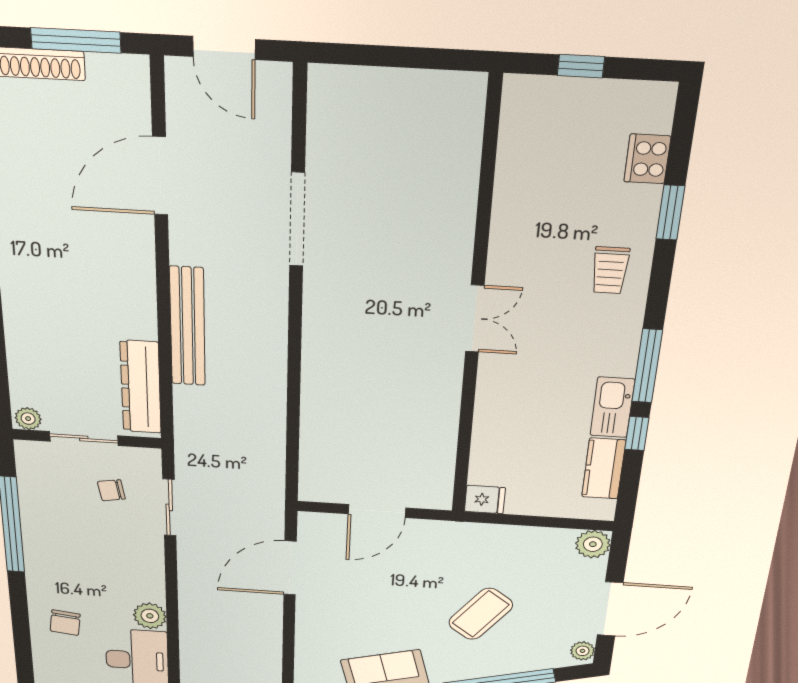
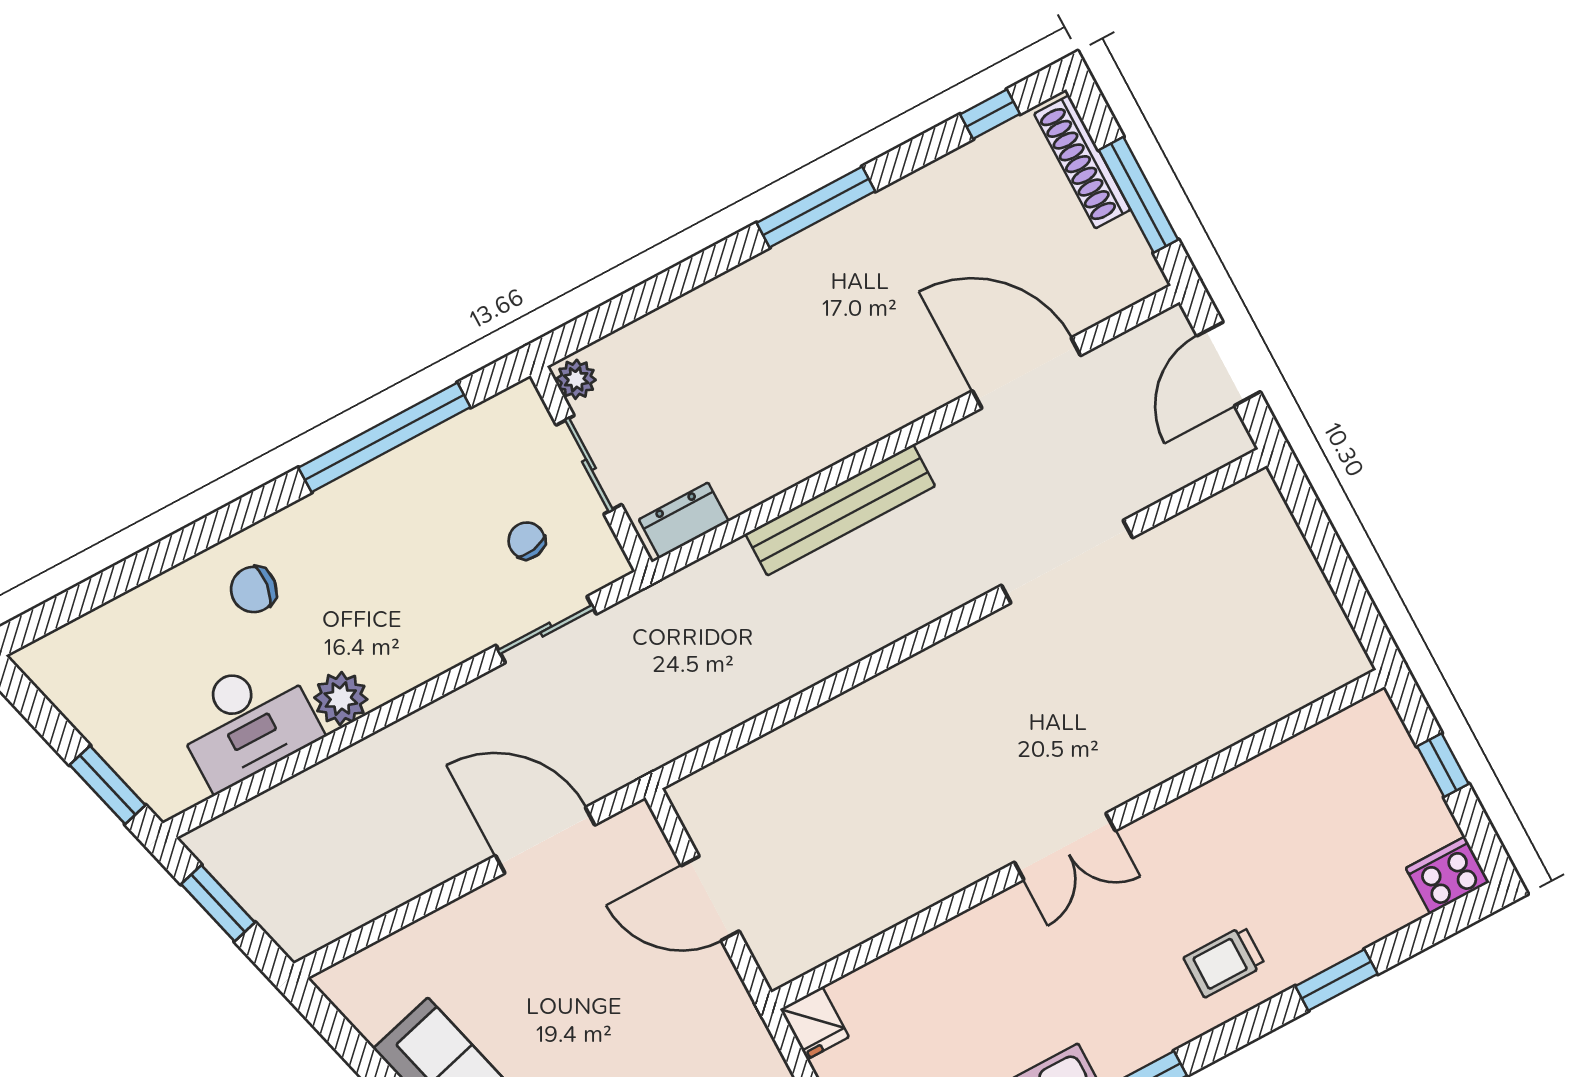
cooker: (647, 159) -> (1448, 875), moved
dresser: (141, 387) -> (684, 520), width x0.51, depth x0.80

